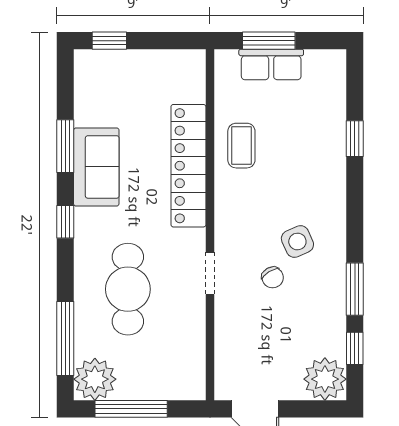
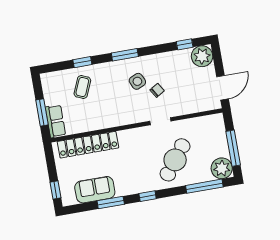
row of seats: (271, 64) -> (55, 121), moved
coffee table: (241, 146) -> (82, 87), moved, turned -67
locker: (188, 166) -> (88, 145), moved
sofa: (96, 167) -> (95, 190), moved
cafe table: (128, 289) -> (175, 160), turned -53
window: (355, 289) -> (125, 55), moved

